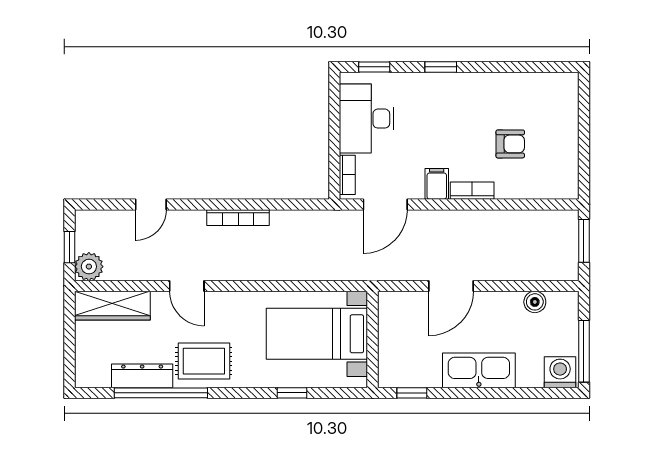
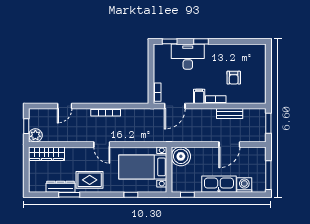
desk: (367, 119) -> (188, 57), moved, turned 90
armchair: (510, 144) -> (234, 78), turned 90
bench: (502, 220) -> (230, 113), added
door: (187, 286) -> (102, 144), moved
door: (451, 286) -> (229, 144), moved
boiler: (535, 302) -> (181, 156), moved, width x1.86, depth x1.86
washing machine: (560, 372) -> (244, 185), moved
window: (161, 393) -> (69, 195), width x0.47

